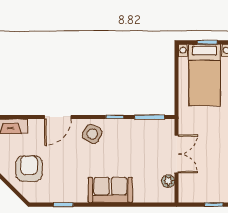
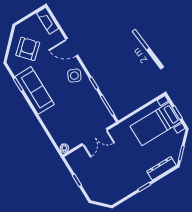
armchair: (29, 168) -> (28, 49), turned -42
plant: (168, 181) -> (64, 148), moved
sofa: (110, 190) -> (35, 90), moved, width x1.36

